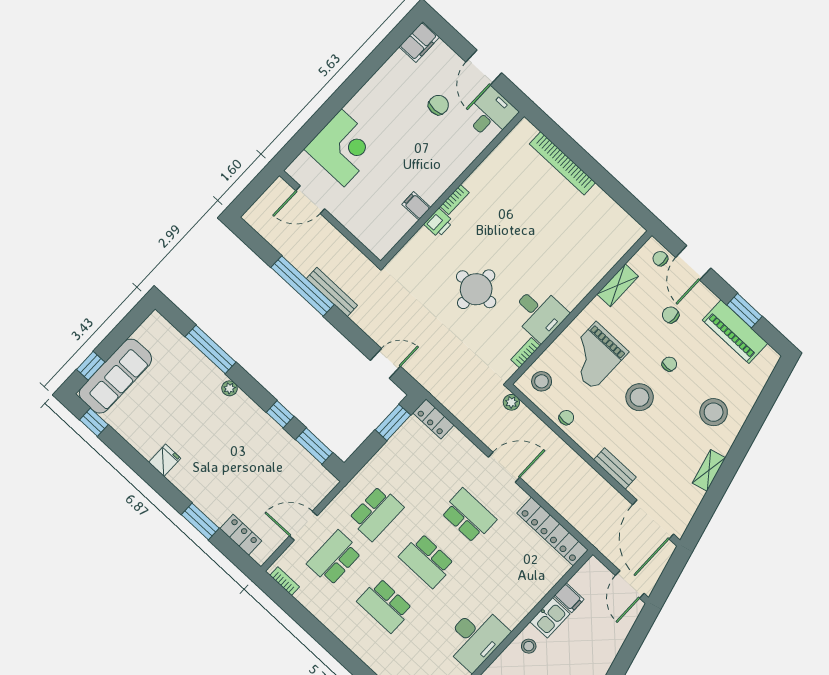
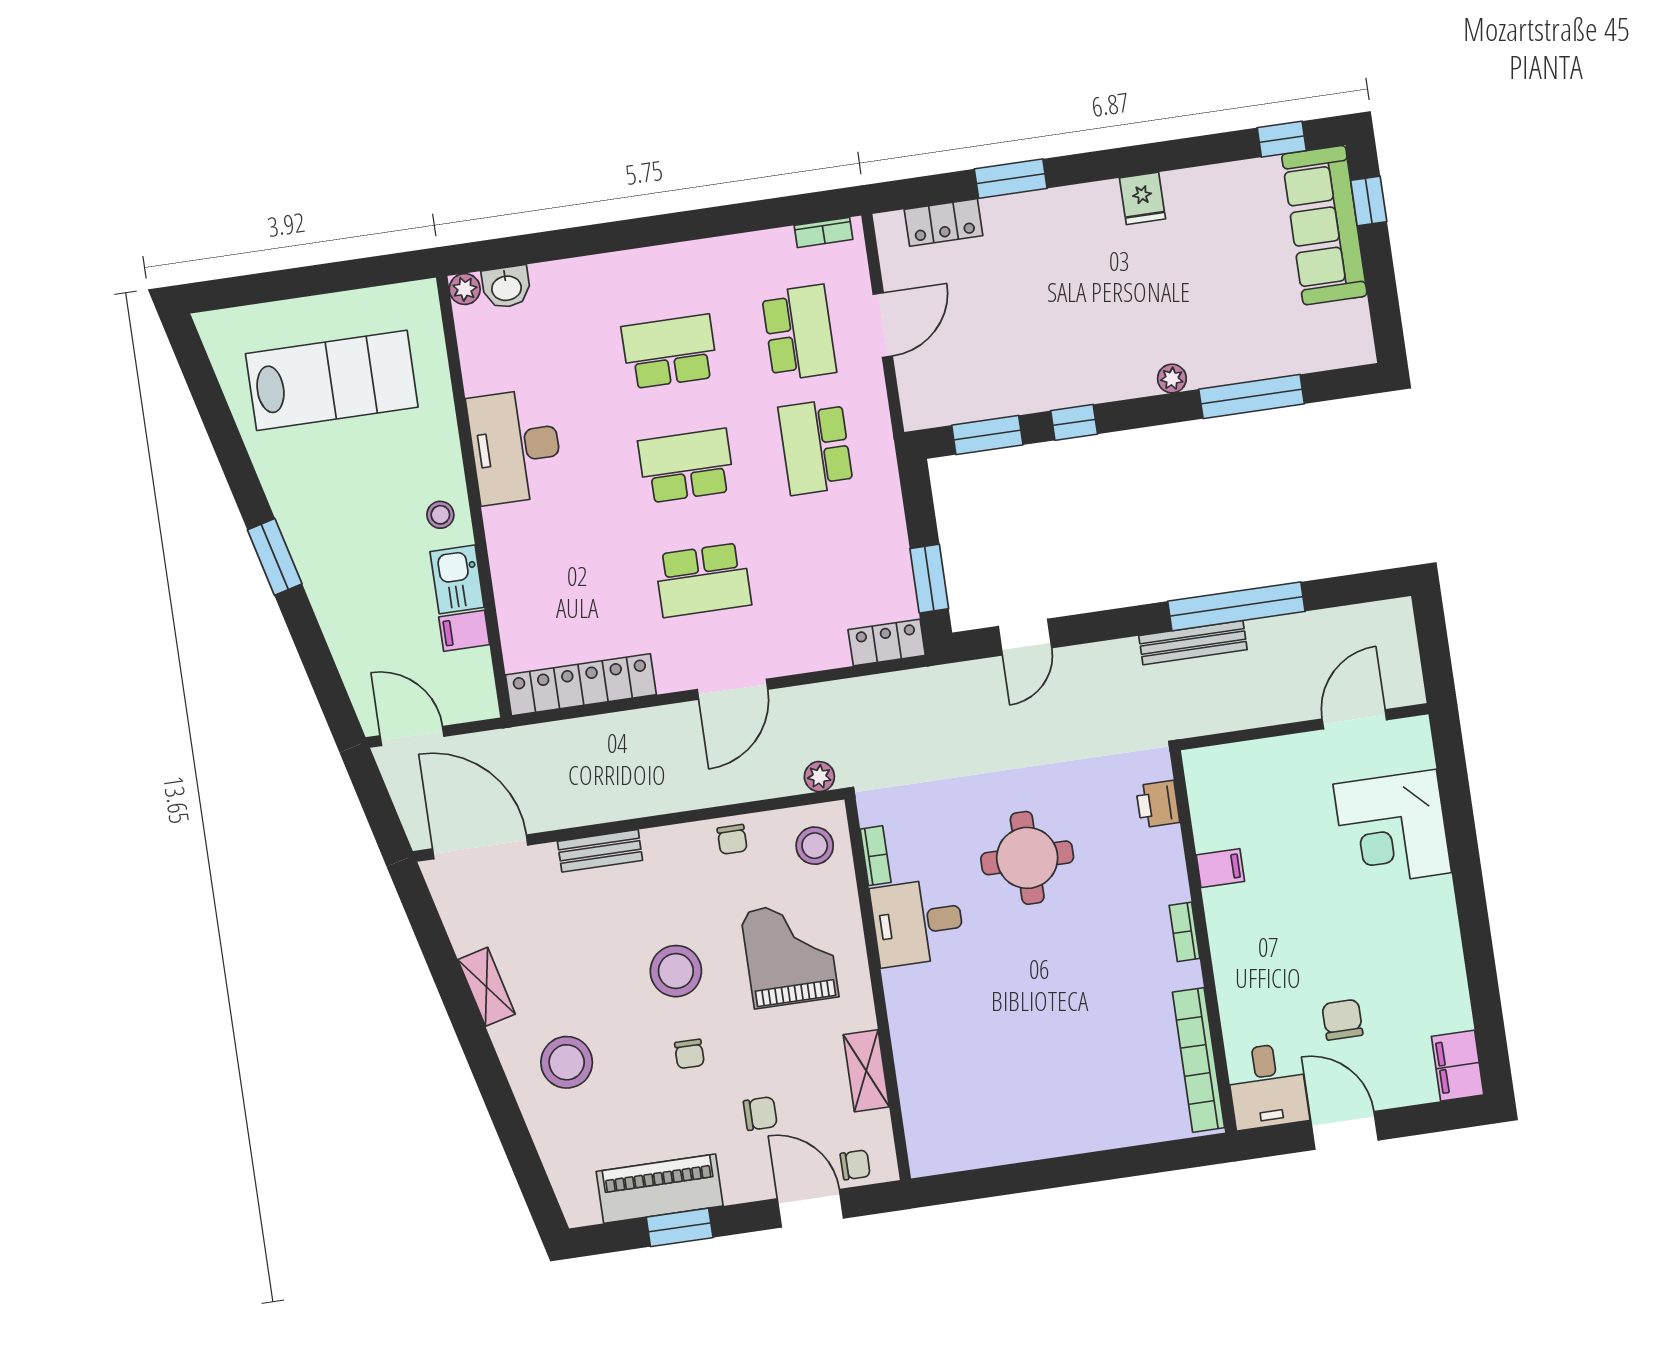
chair: (438, 105) -> (1342, 1020), turned 180
bookcase: (562, 163) -> (1198, 1060), moved, turned -90
printer: (439, 223) -> (1158, 804), moved

